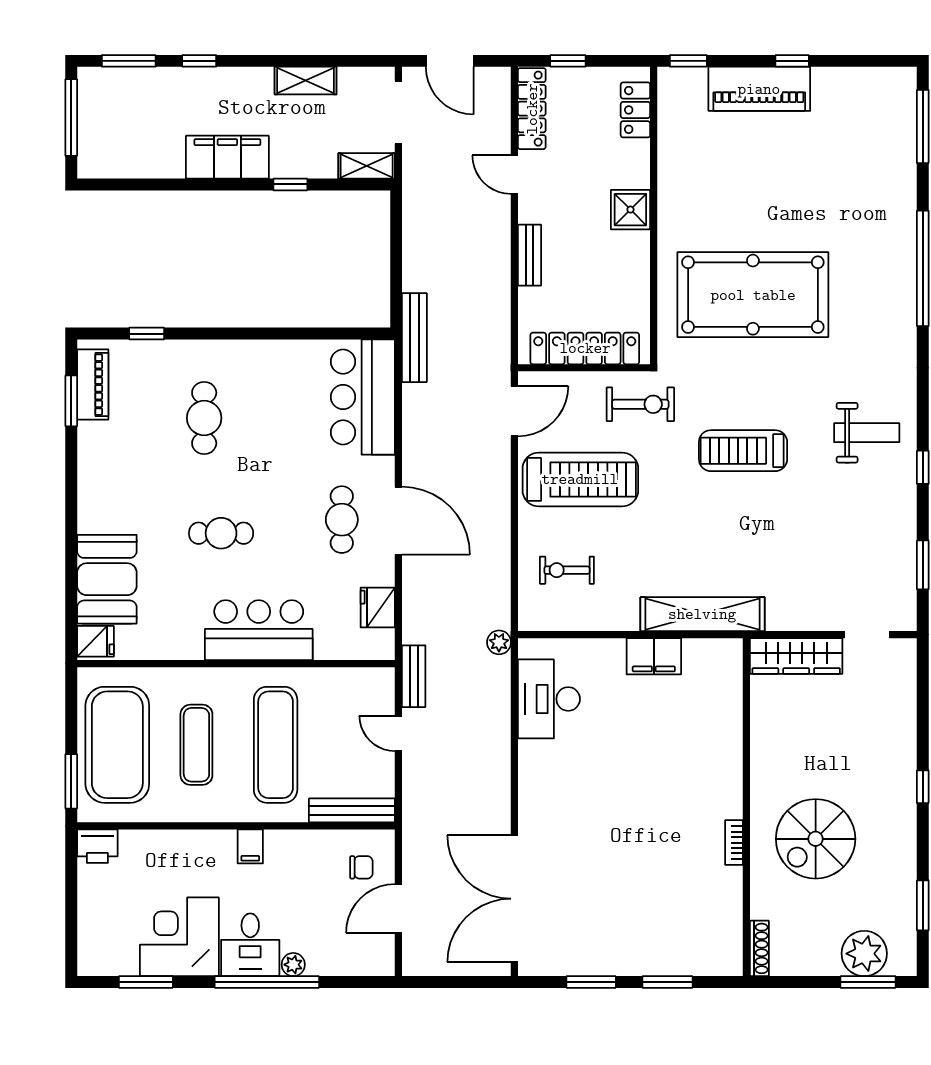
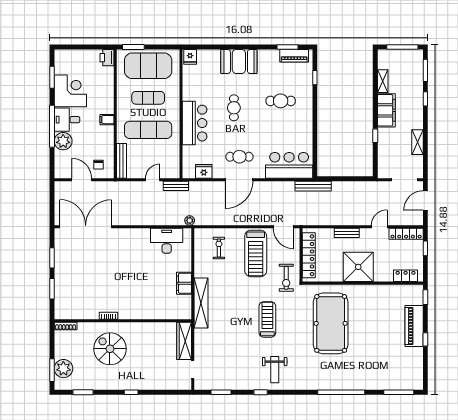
shelving: (367, 166) -> (383, 81), moved
shower: (630, 210) -> (358, 267), width x1.86, depth x1.86
booth: (107, 579) -> (239, 61), moved
plant: (293, 965) -> (63, 141), width x1.87, depth x1.87

